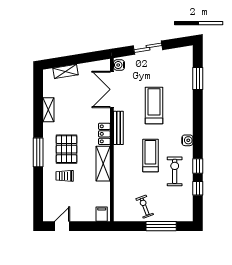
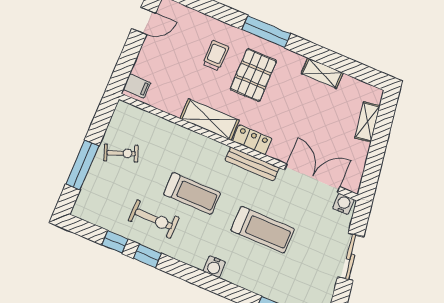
water cooler: (187, 140) -> (214, 267), moved
pallet: (67, 149) -> (253, 75), turned 90
door: (62, 226) -> (144, 21), hinge flipped

